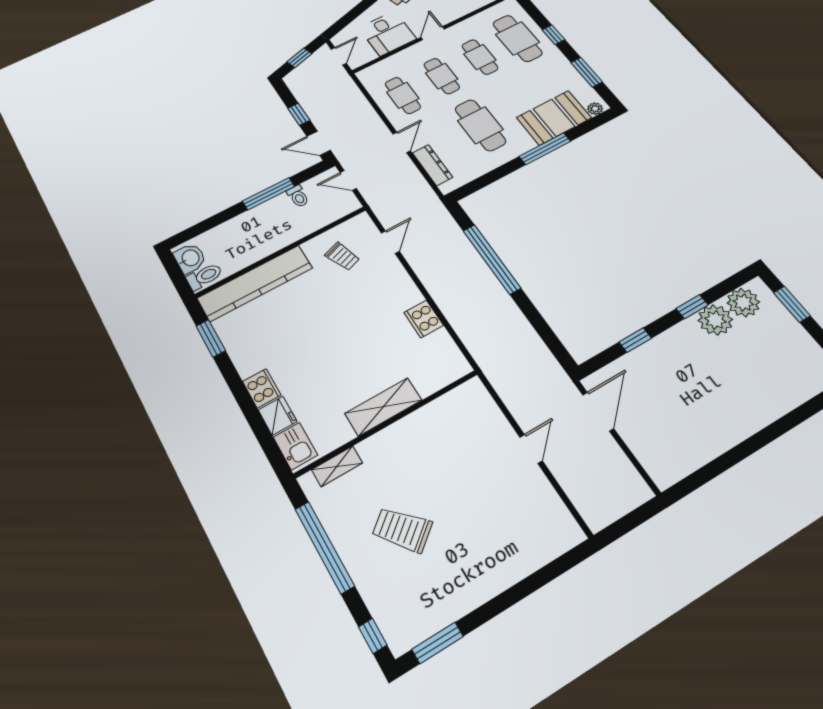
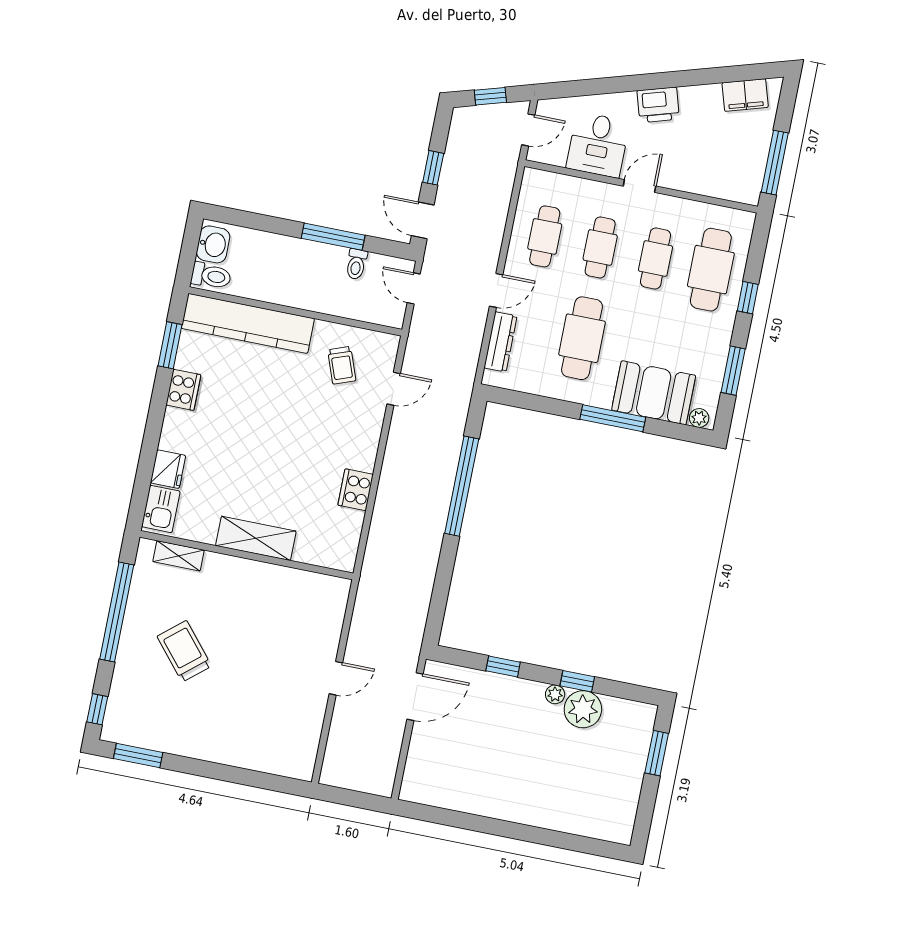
plant: (743, 303) -> (555, 694), moved, width x0.53, depth x0.53
cooker: (262, 388) -> (183, 390), moved

